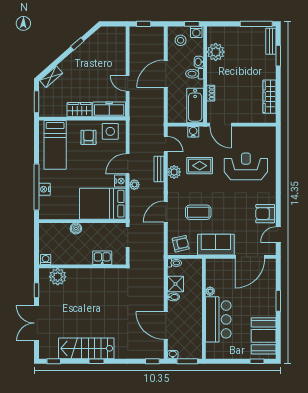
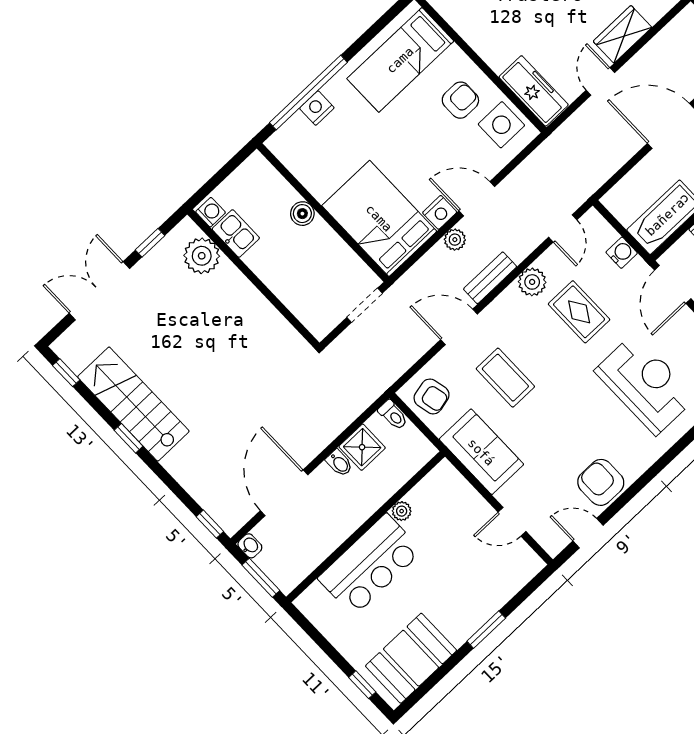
wardrobe: (80, 110) -> (622, 34), moved, turned -90
bench: (159, 169) -> (490, 278), moved
door: (250, 257) -> (512, 522), width x0.53
kitchen sink: (102, 258) -> (236, 233), moved

